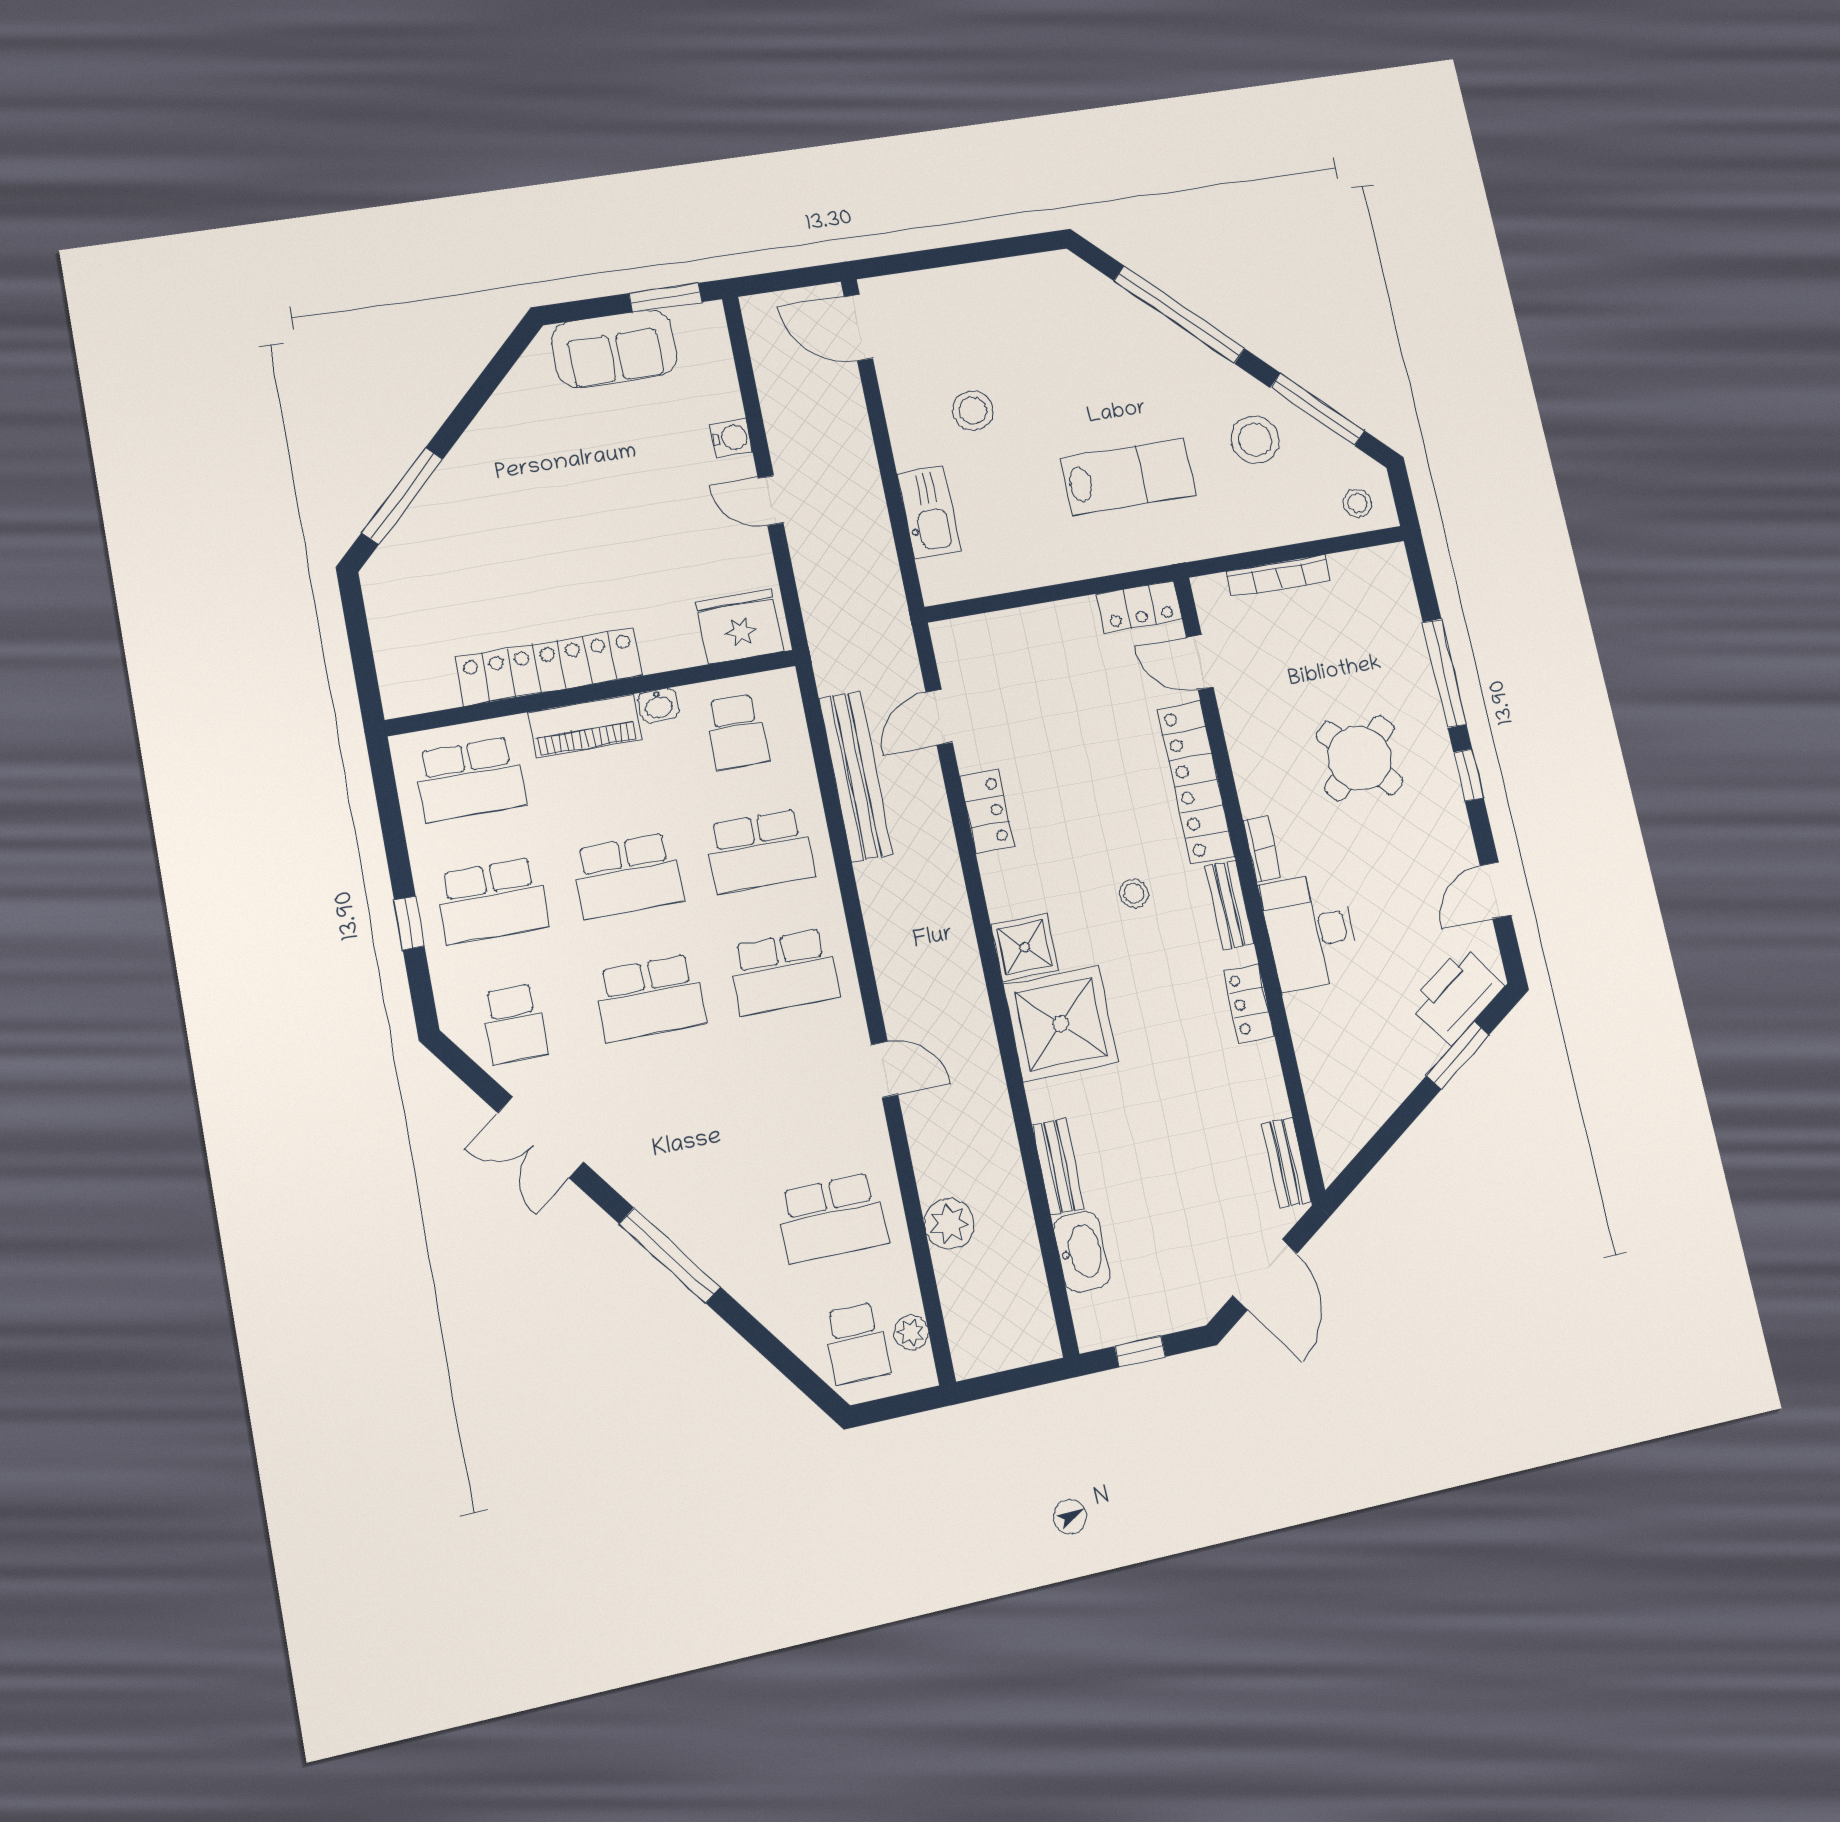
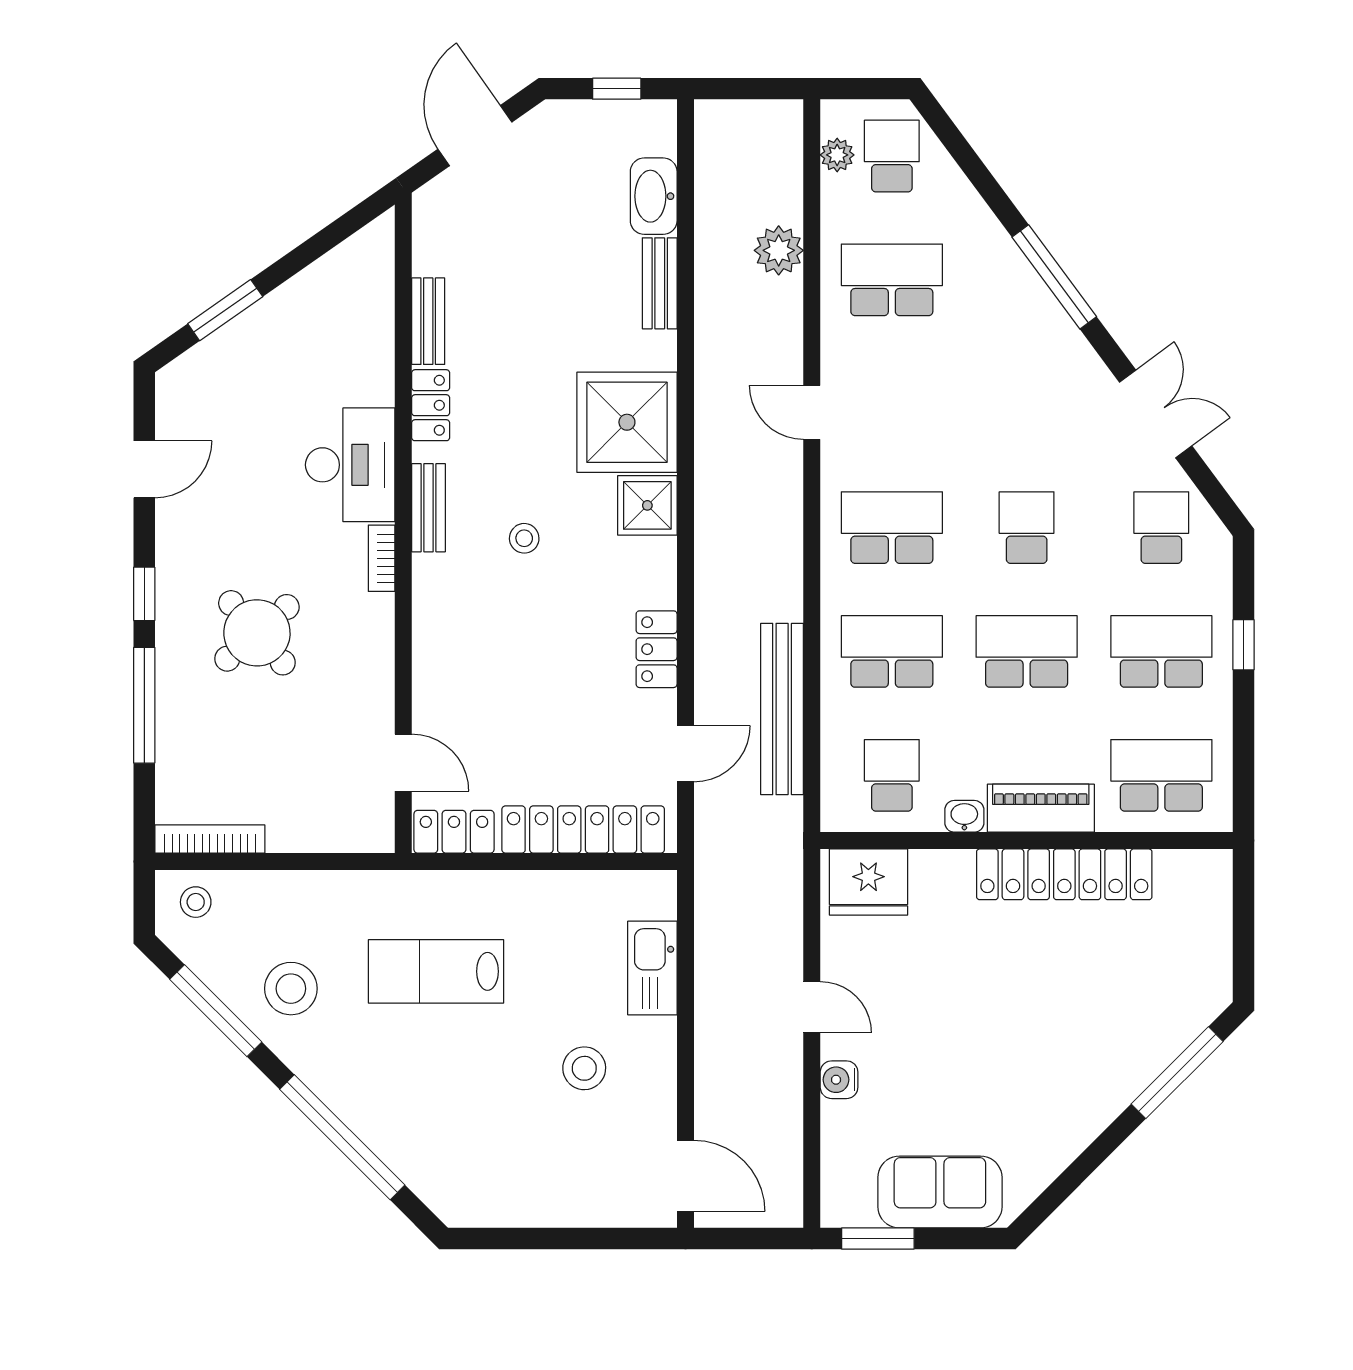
bookcase: (1278, 576) -> (210, 839), moved
locker: (1196, 783) -> (583, 829), moved, turned -90
printer: (1457, 995) -> (212, 371), removed
school desk: (650, 998) -> (1027, 528), width x0.54
bench: (1286, 1163) -> (428, 321), moved

